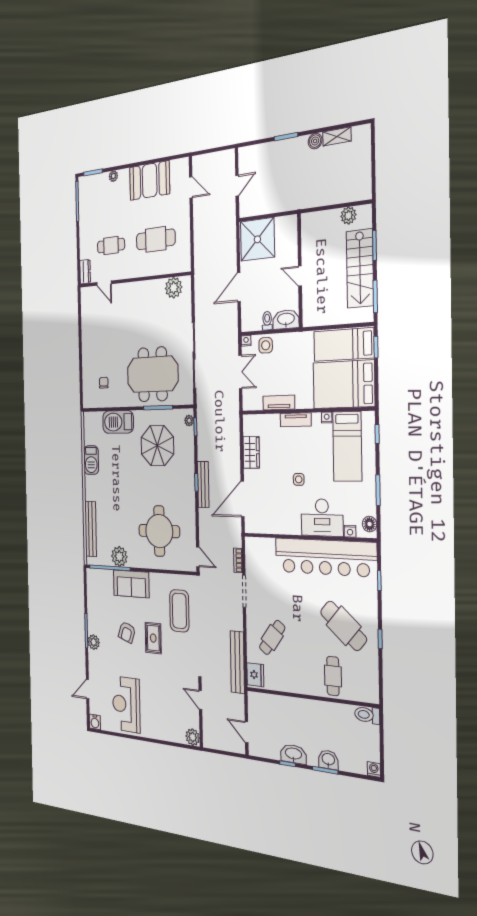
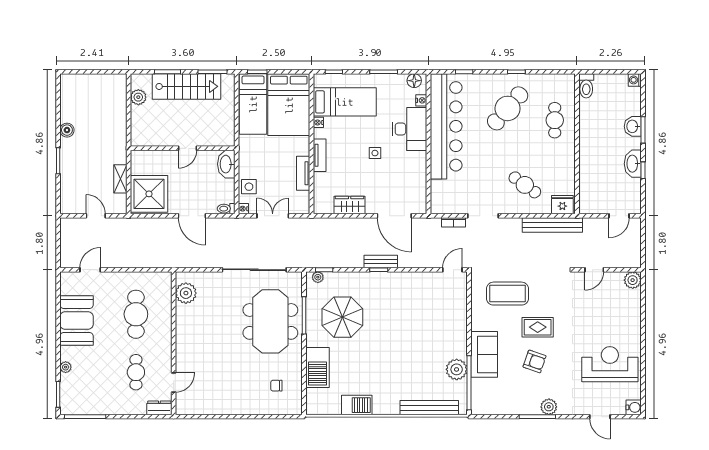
shelving: (337, 136) -> (120, 179), moved
toilet: (267, 321) -> (226, 209), moved
bench: (203, 485) -> (381, 262), width x0.73
round table: (159, 531) -> (428, 317), removed
cafe table: (333, 676) -> (555, 120), turned 90
reception desk: (126, 704) -> (610, 364), turned 180

